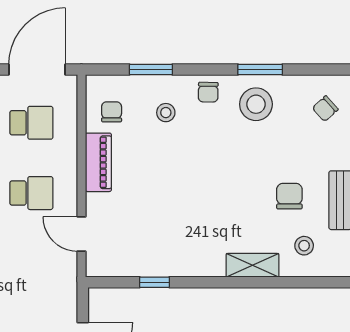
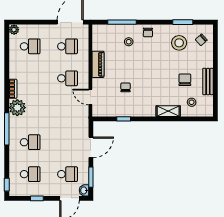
window: (151, 69) -> (122, 22), width x1.44
window: (260, 69) -> (183, 22), moved
stool: (256, 104) -> (179, 43), moved
chair: (112, 112) -> (126, 87), moved

